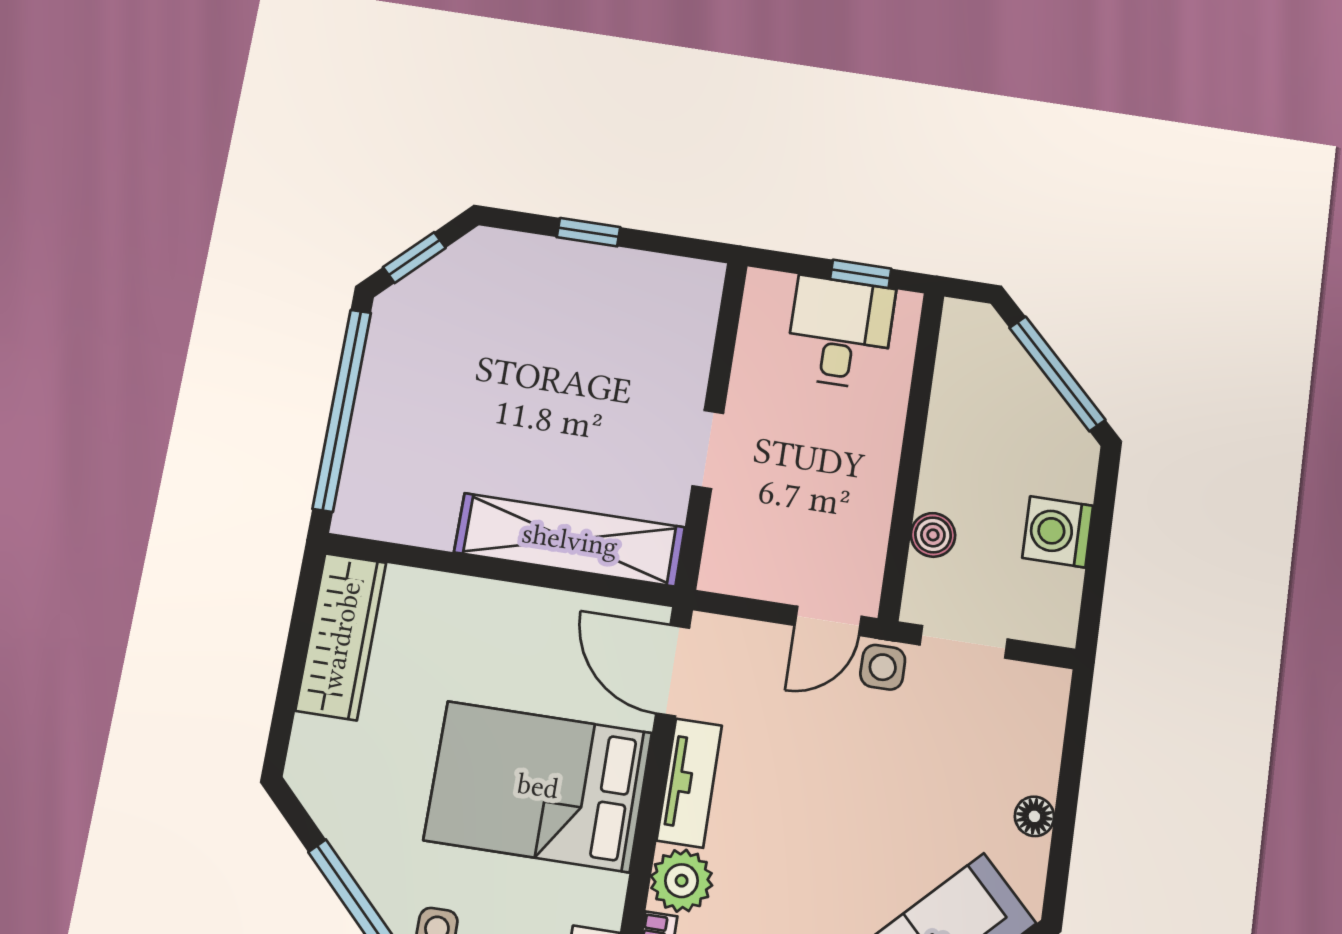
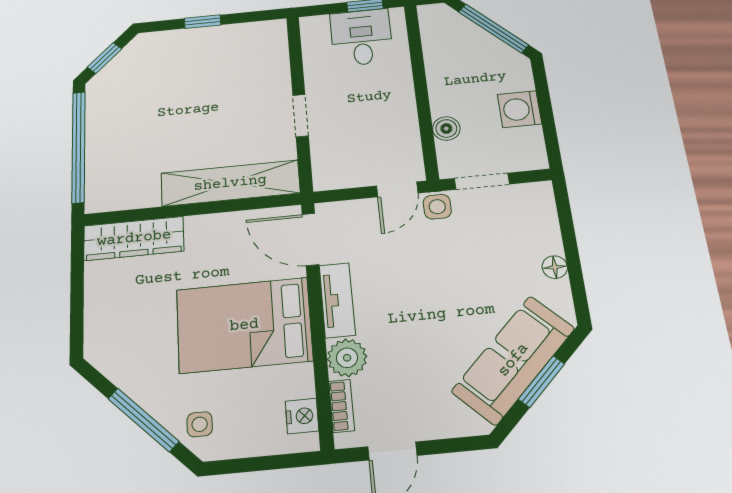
wardrobe: (341, 636) -> (134, 238), moved, turned 90

